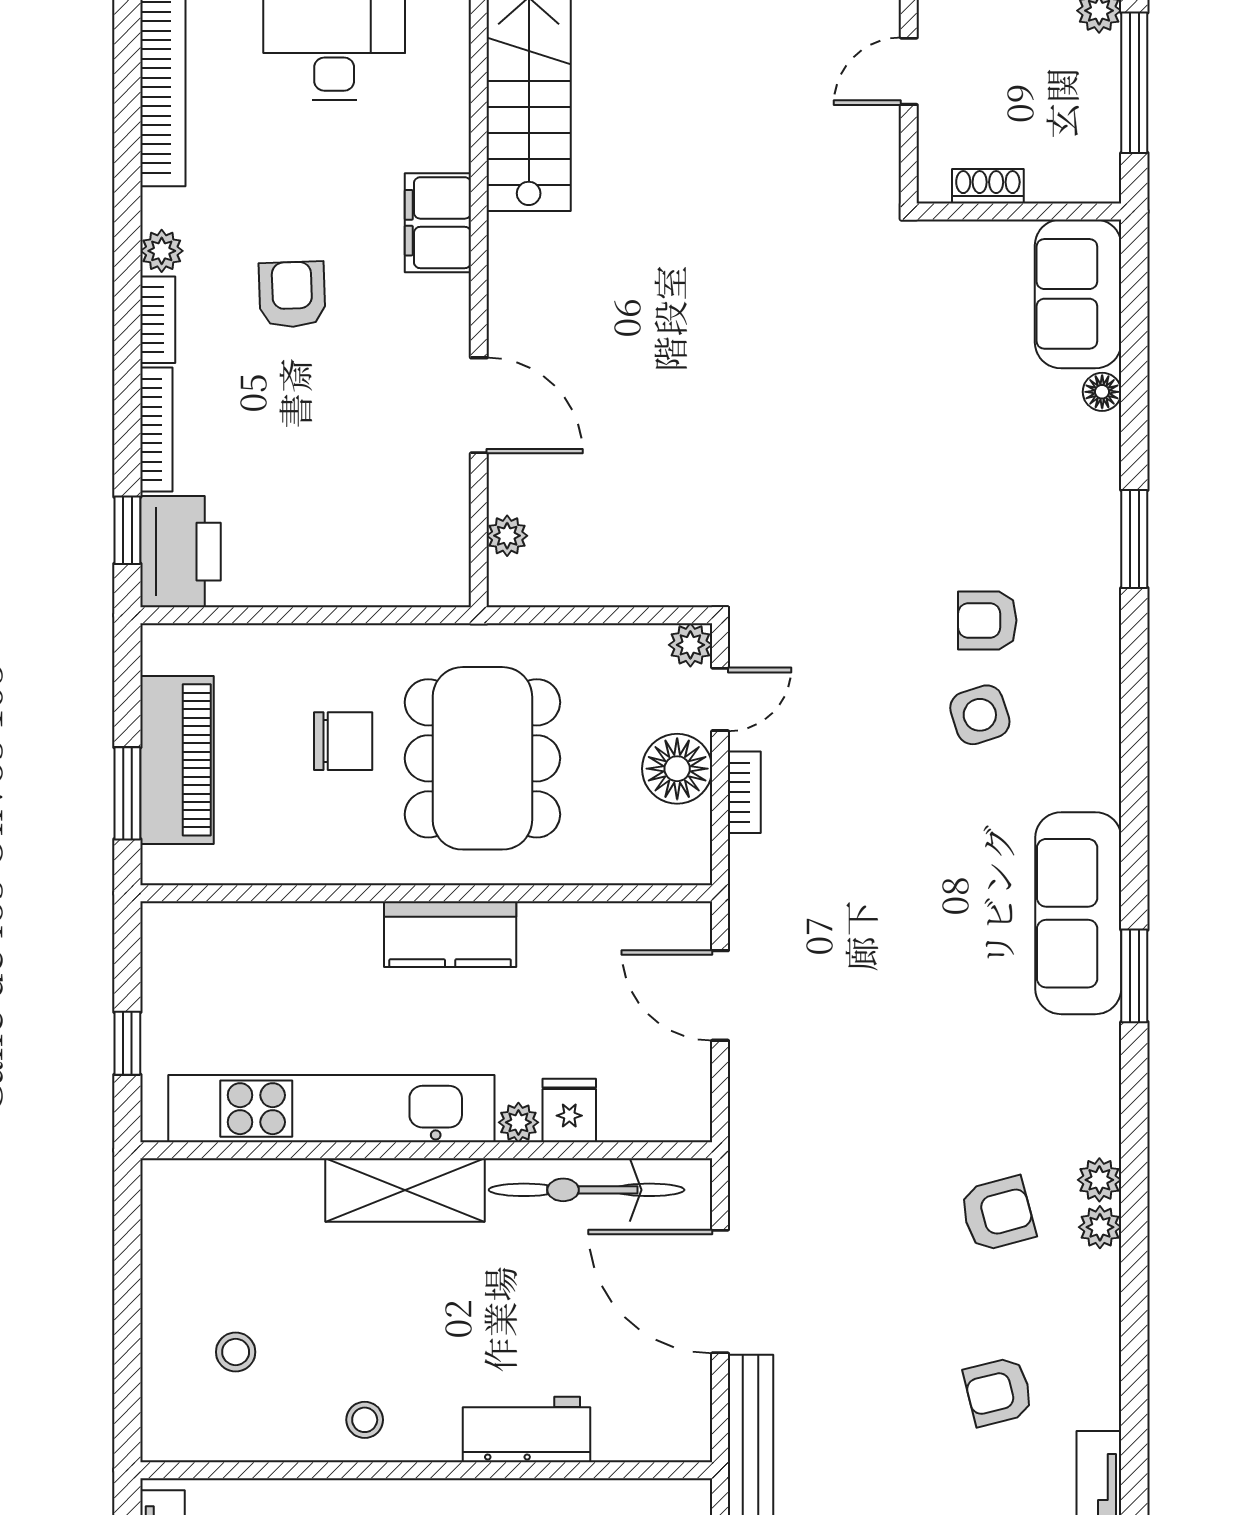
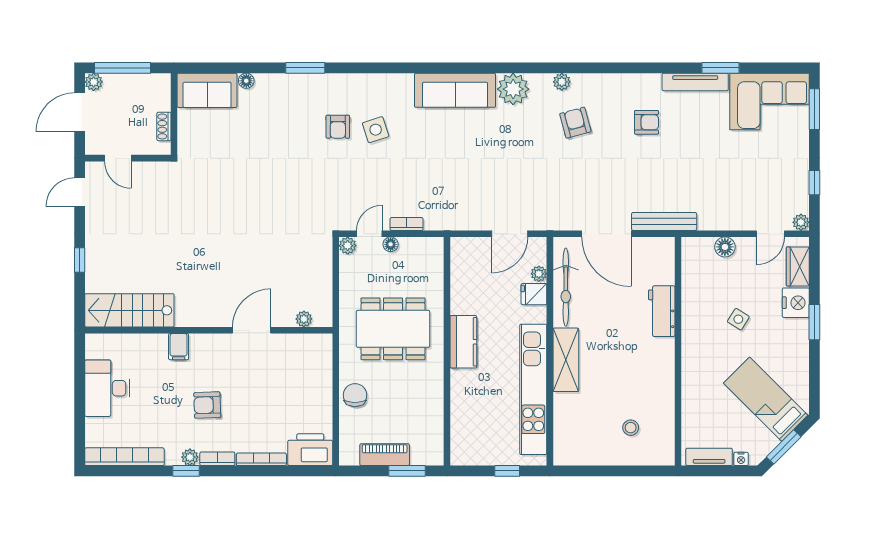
filing cabinet: (438, 223) -> (179, 347), width x0.50
window: (127, 530) -> (186, 471), moved
door: (720, 699) -> (369, 234), hinge flipped
chair: (343, 741) -> (355, 395), moved
piano: (177, 760) -> (385, 455), width x0.73, depth x0.75
floor lamp: (677, 769) -> (391, 244), width x0.53, depth x0.53
window: (1134, 976) -> (480, 68), removed
door: (720, 995) -> (510, 234), moved
plant: (518, 1122) -> (539, 274), moved
plant: (1100, 1227) -> (513, 89), moved, width x1.88, depth x1.88
door: (720, 1291) -> (606, 234), hinge flipped
armchair: (998, 1392) -> (646, 122), turned -76
stool: (365, 1420) -> (658, 376), removed

